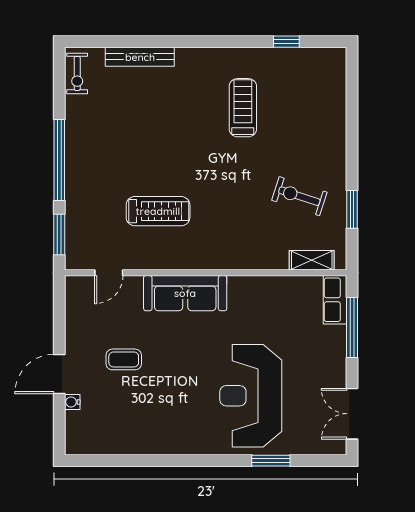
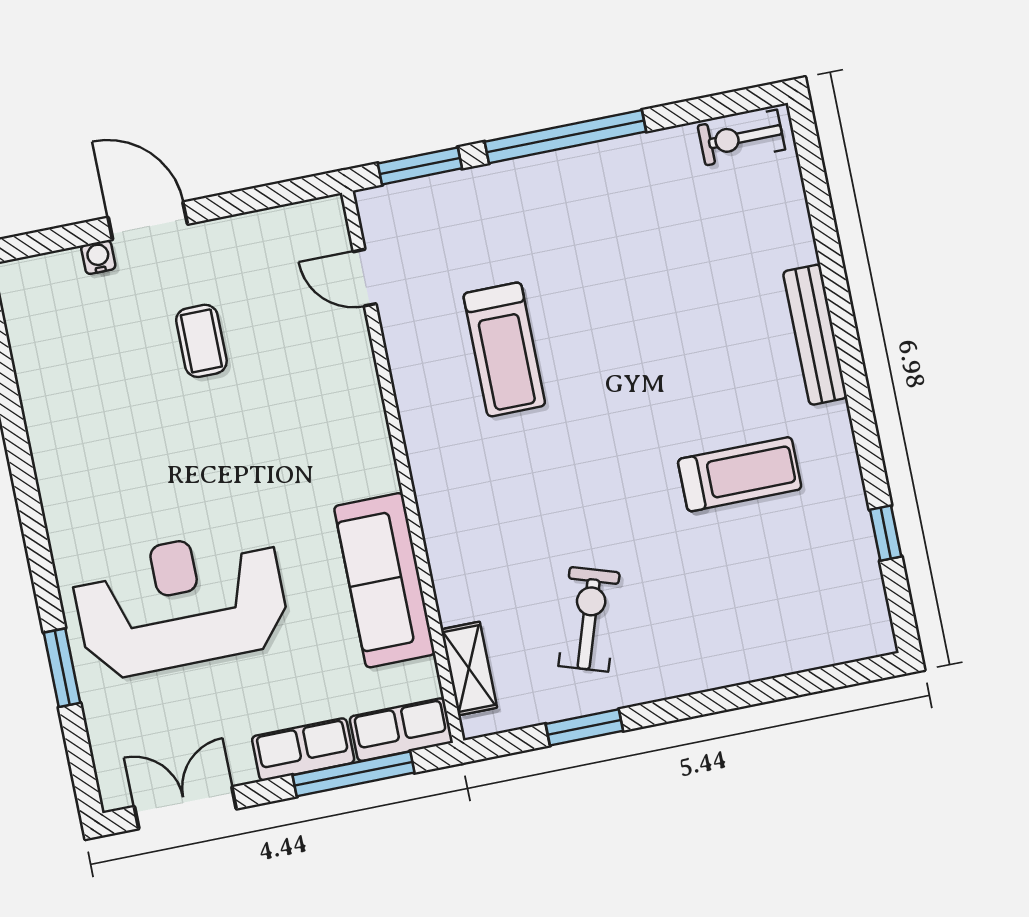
bench: (140, 57) -> (815, 335), moved
sofa: (185, 293) -> (384, 580), moved
row of seats: (335, 350) -> (303, 749), added

